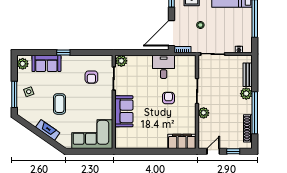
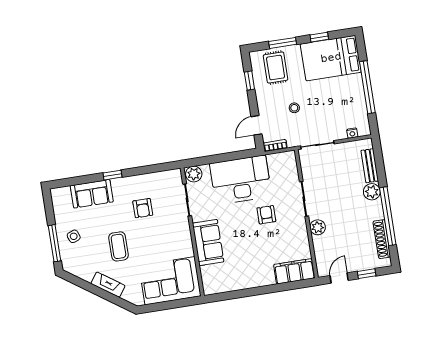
door: (172, 33) -> (256, 125), width x0.53
plant: (23, 64) -> (59, 199), removed
desk: (164, 67) -> (241, 180), width x1.87, depth x1.30
armchair: (91, 77) -> (143, 208), moved

